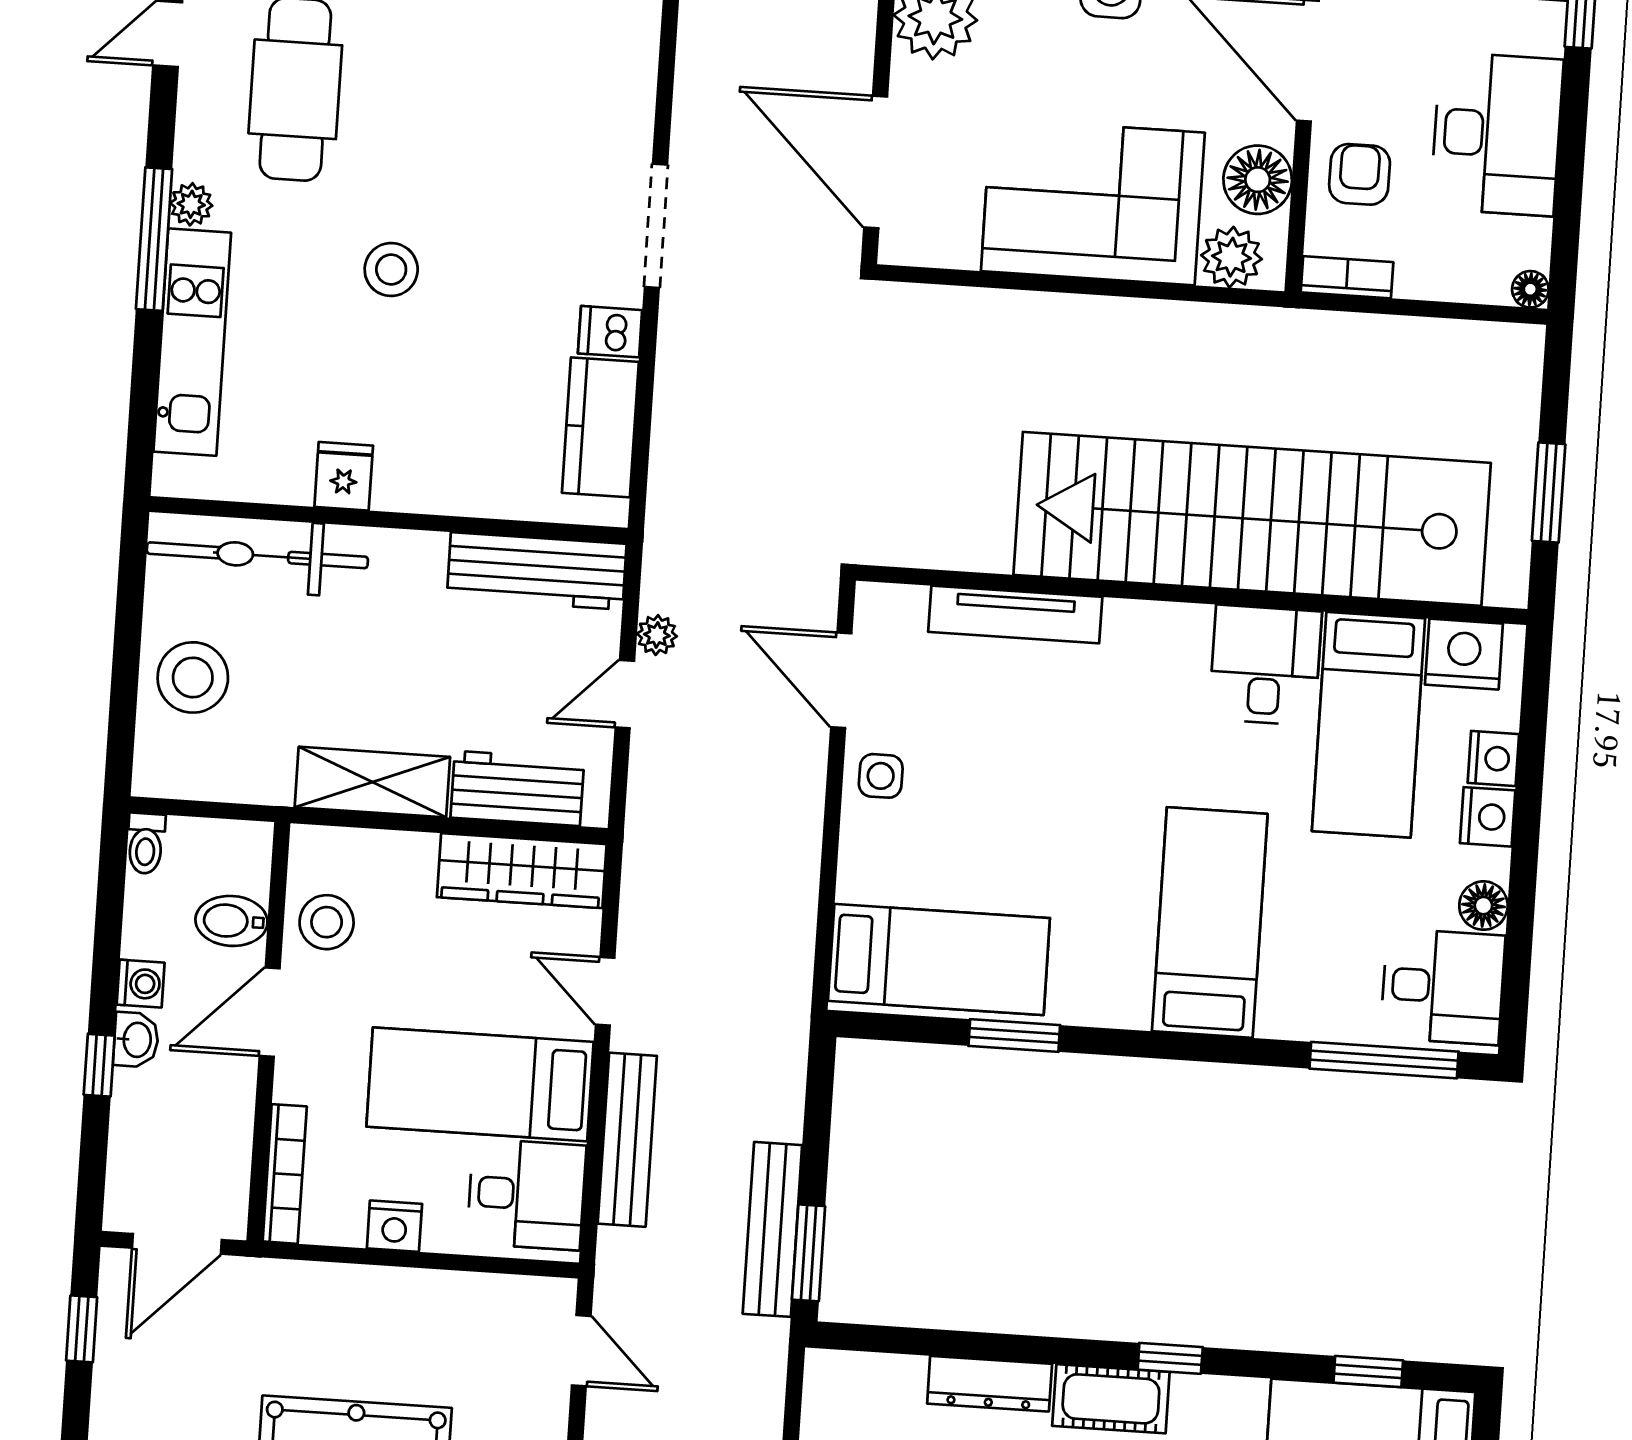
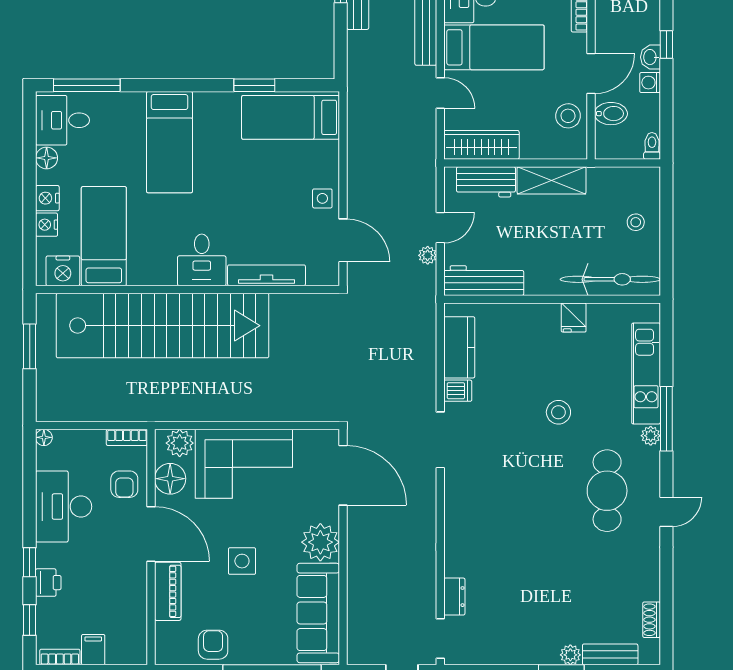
desk: (1265, 665) -> (202, 260), moved
stool: (193, 677) -> (636, 222), width x0.53, depth x0.53

